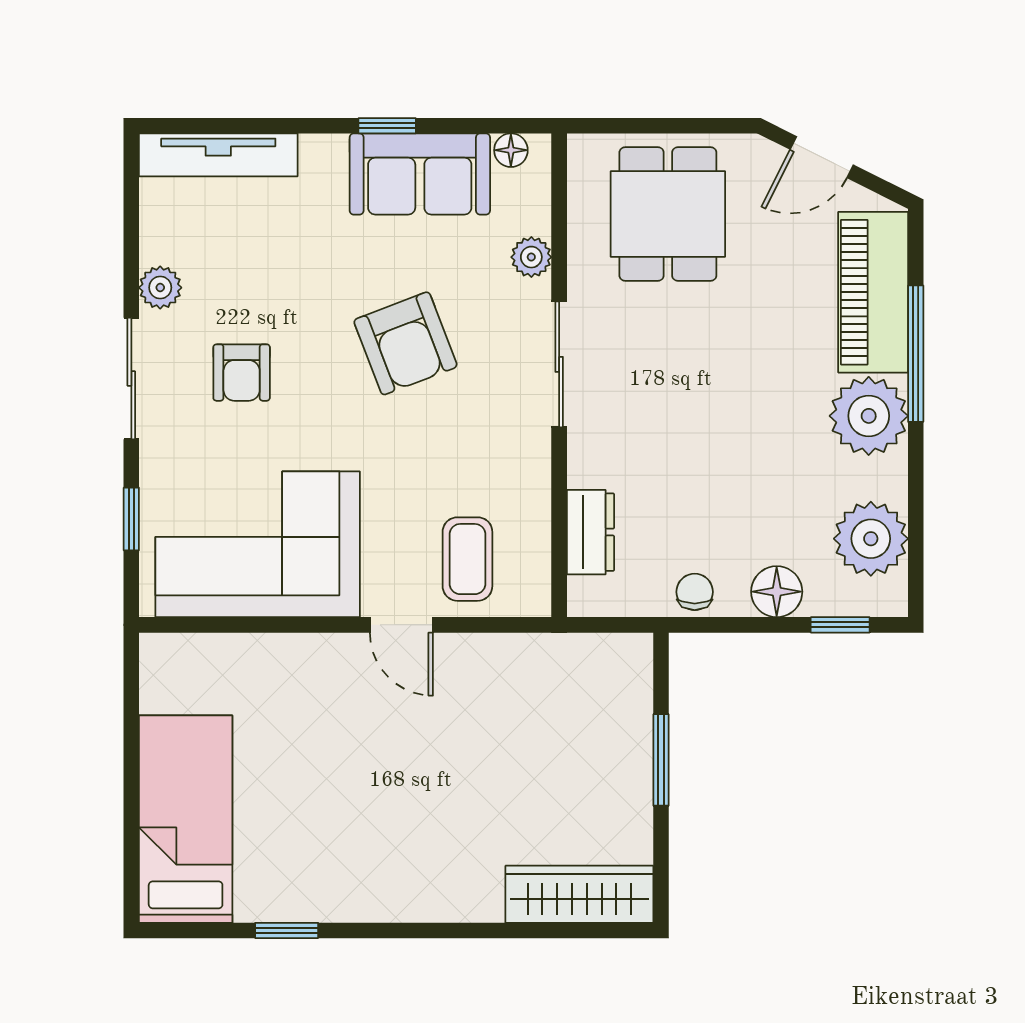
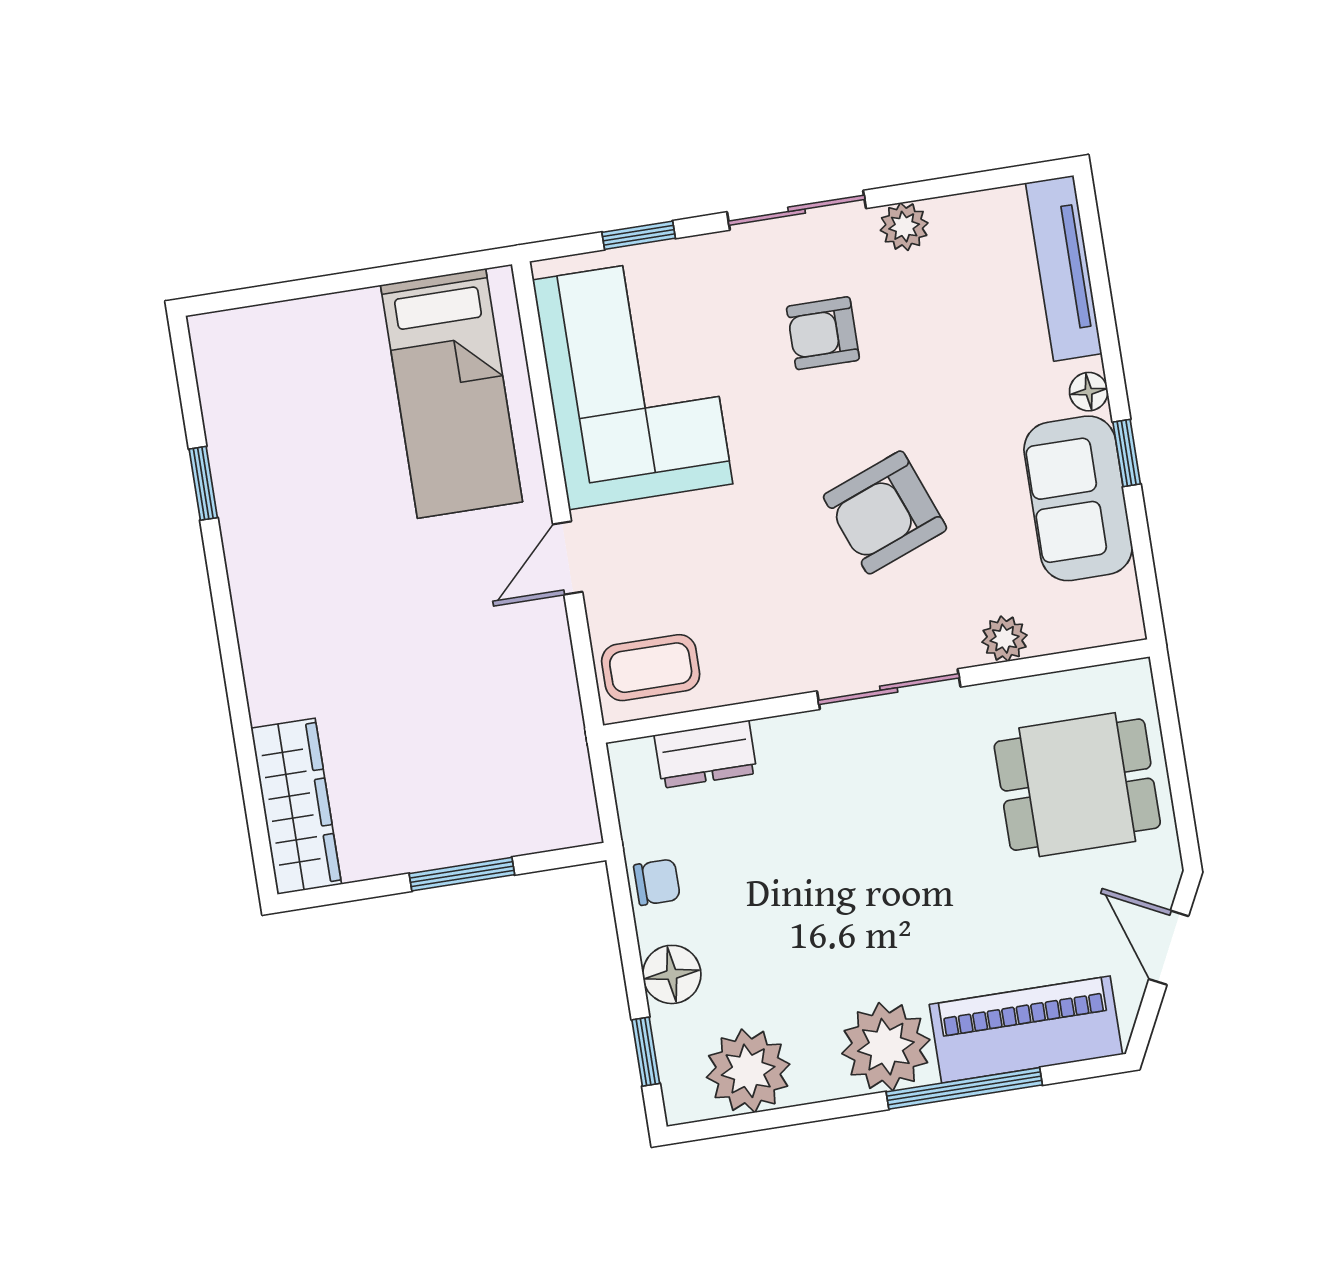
floor lamp: (511, 150) -> (1089, 392), moved
coffee table: (467, 559) -> (651, 668), moved
bed: (186, 819) -> (451, 393), moved, turned 90

